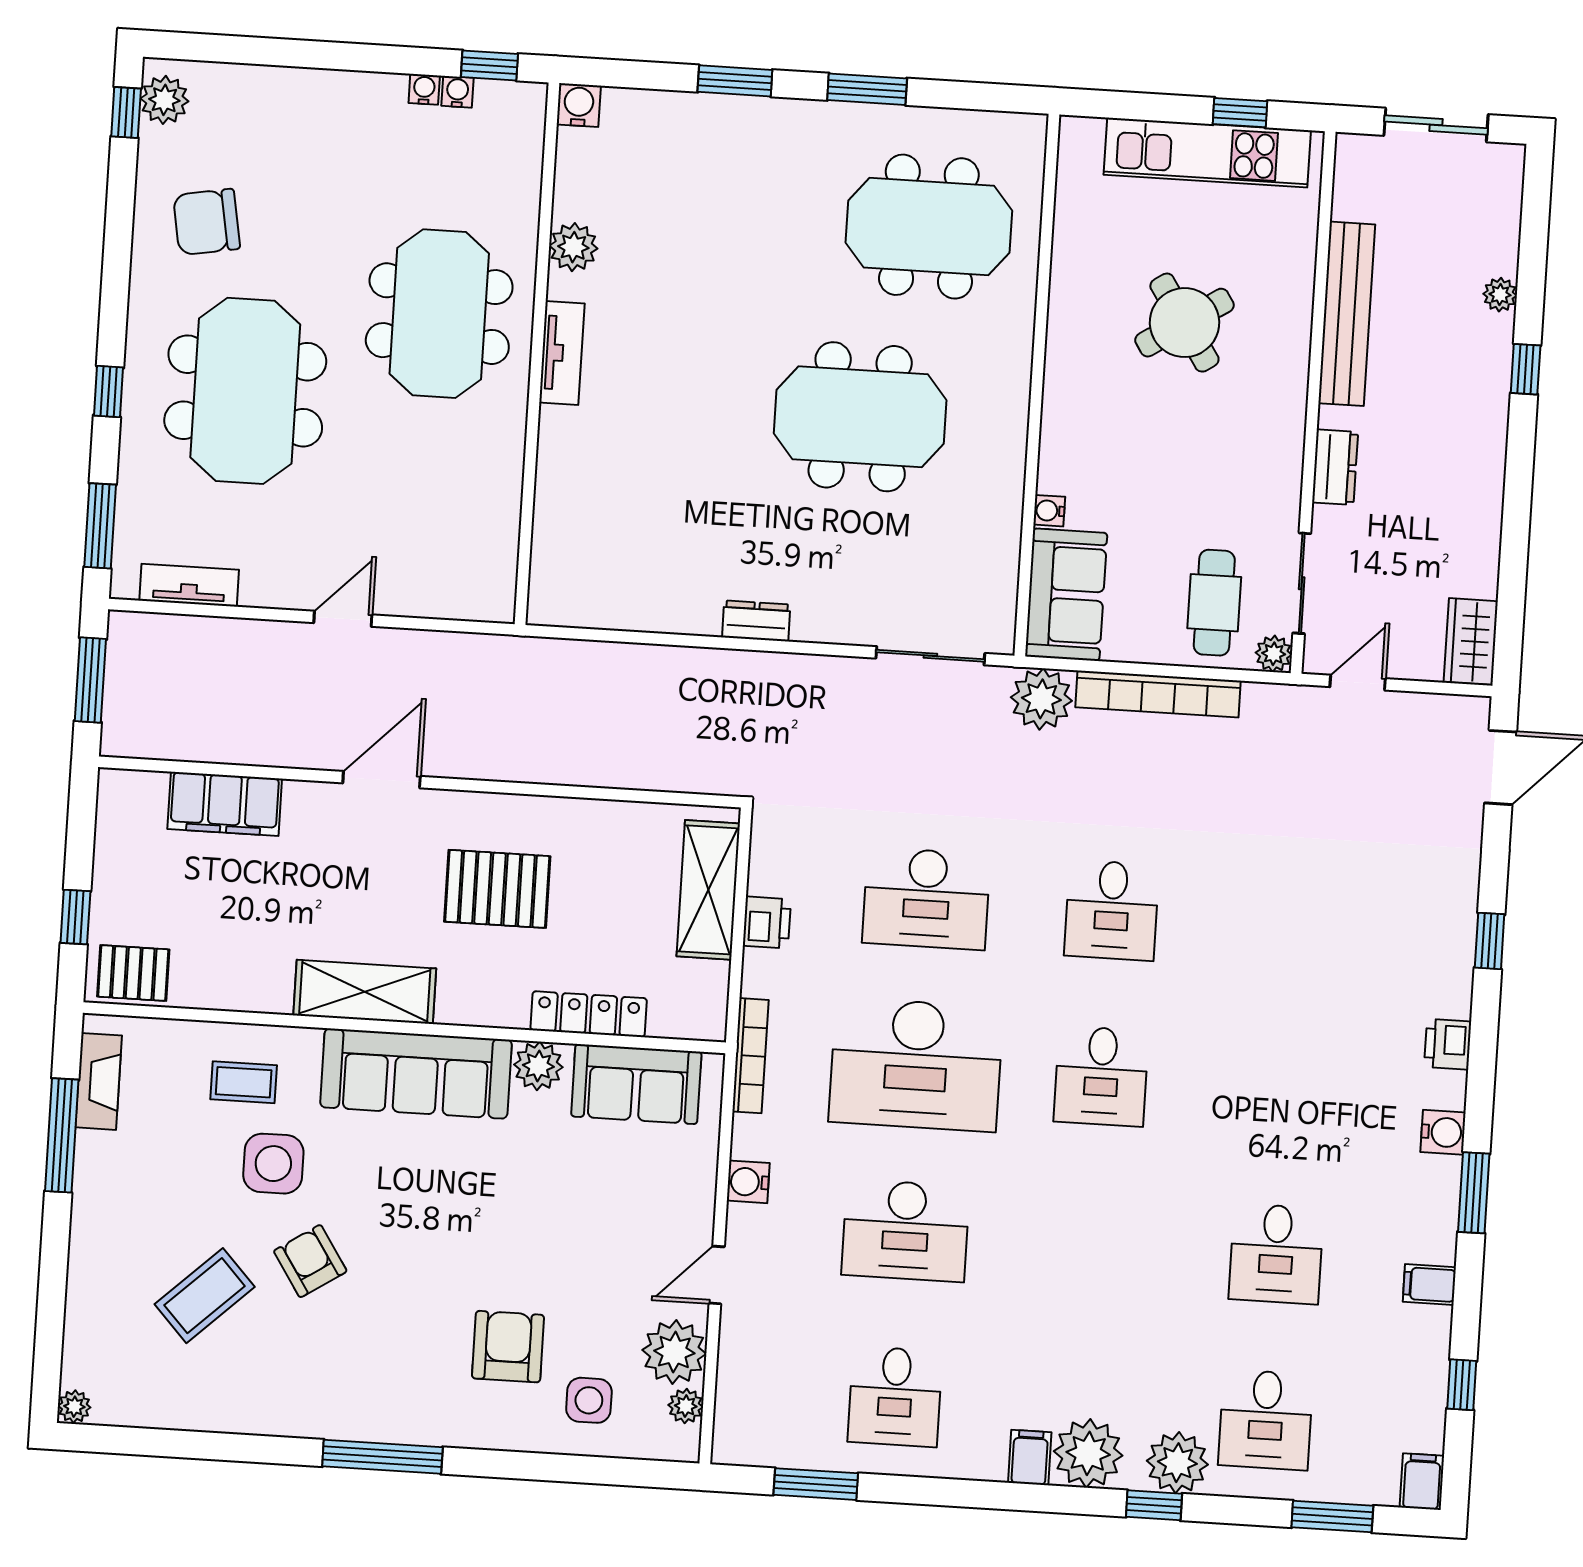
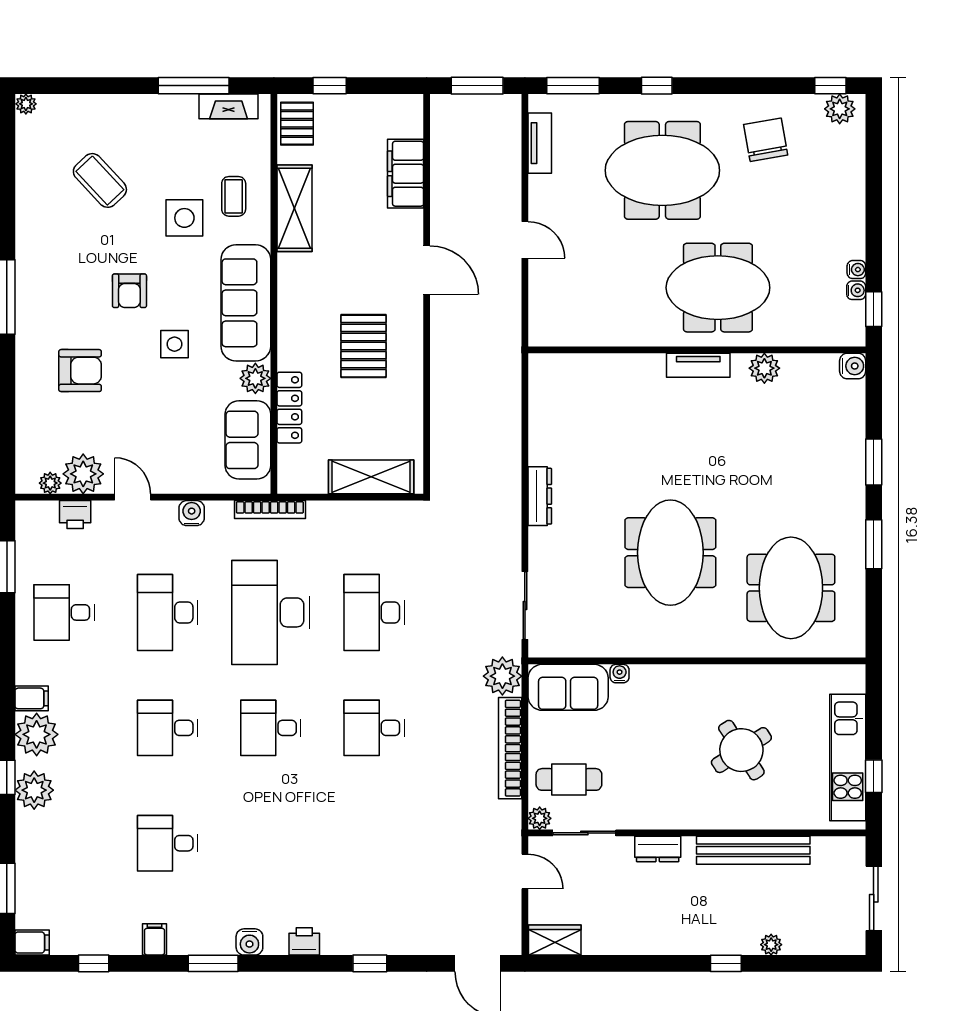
dresser: (756, 621) -> (540, 496), width x1.44
printer: (767, 922) -> (75, 515), moved
shelving: (365, 992) -> (294, 208), moved
armchair: (310, 1261) -> (129, 291), moved, turned 123
side table: (589, 1400) -> (175, 344), moved
desk: (1266, 1420) -> (168, 728), moved

